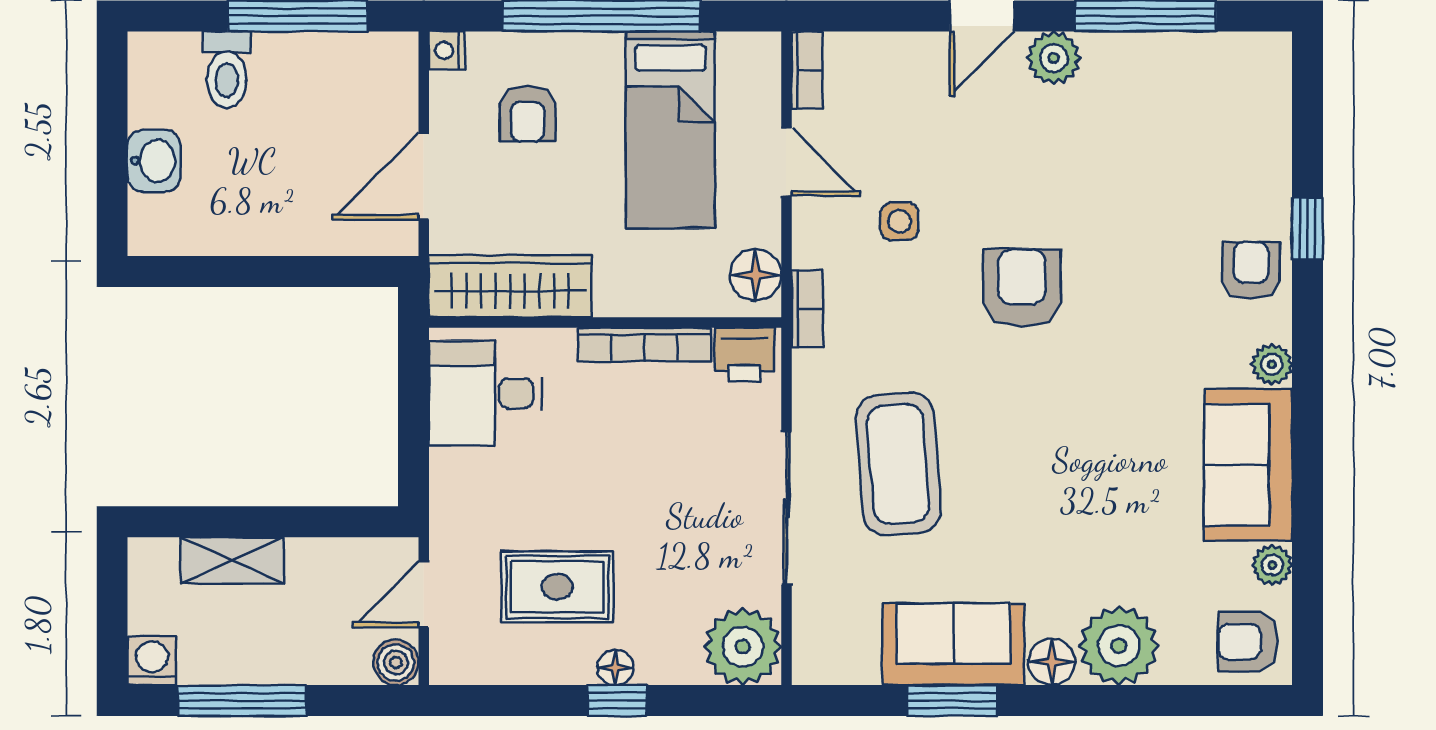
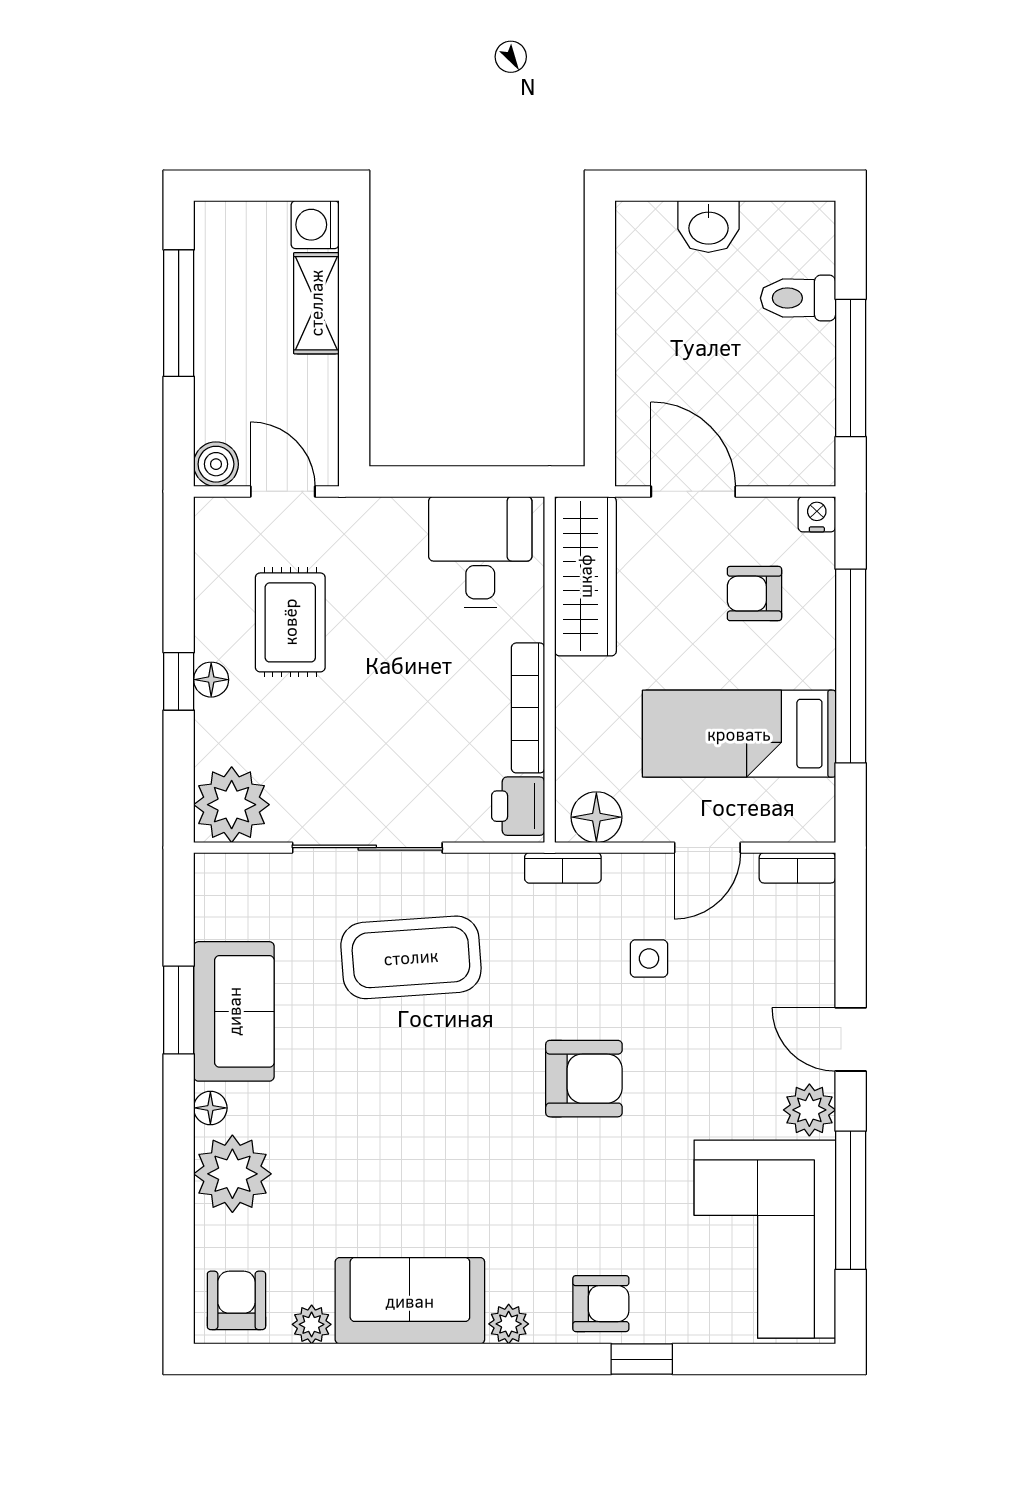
corner sofa: (1185, 103) -> (765, 1239), added
washing machine: (152, 661) -> (315, 225), moved, turned 180
floor lamp: (1052, 662) -> (210, 1108), width x0.73, depth x0.73

